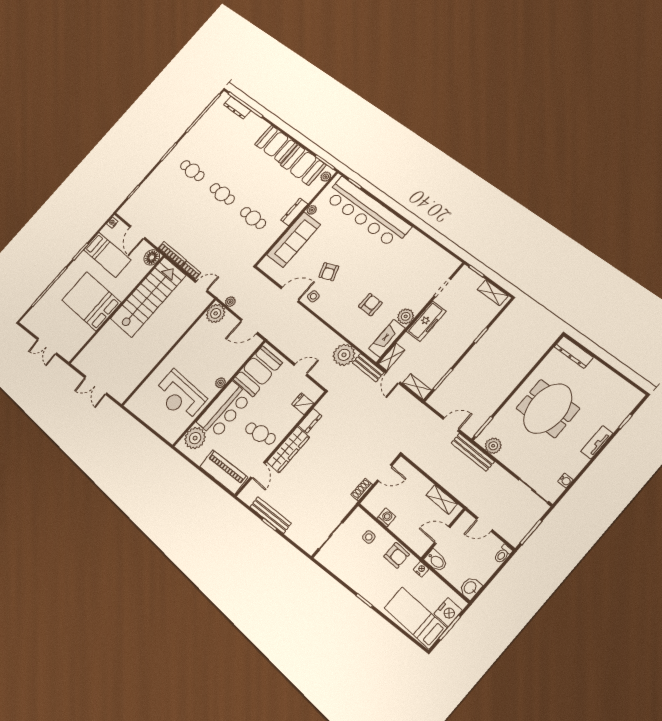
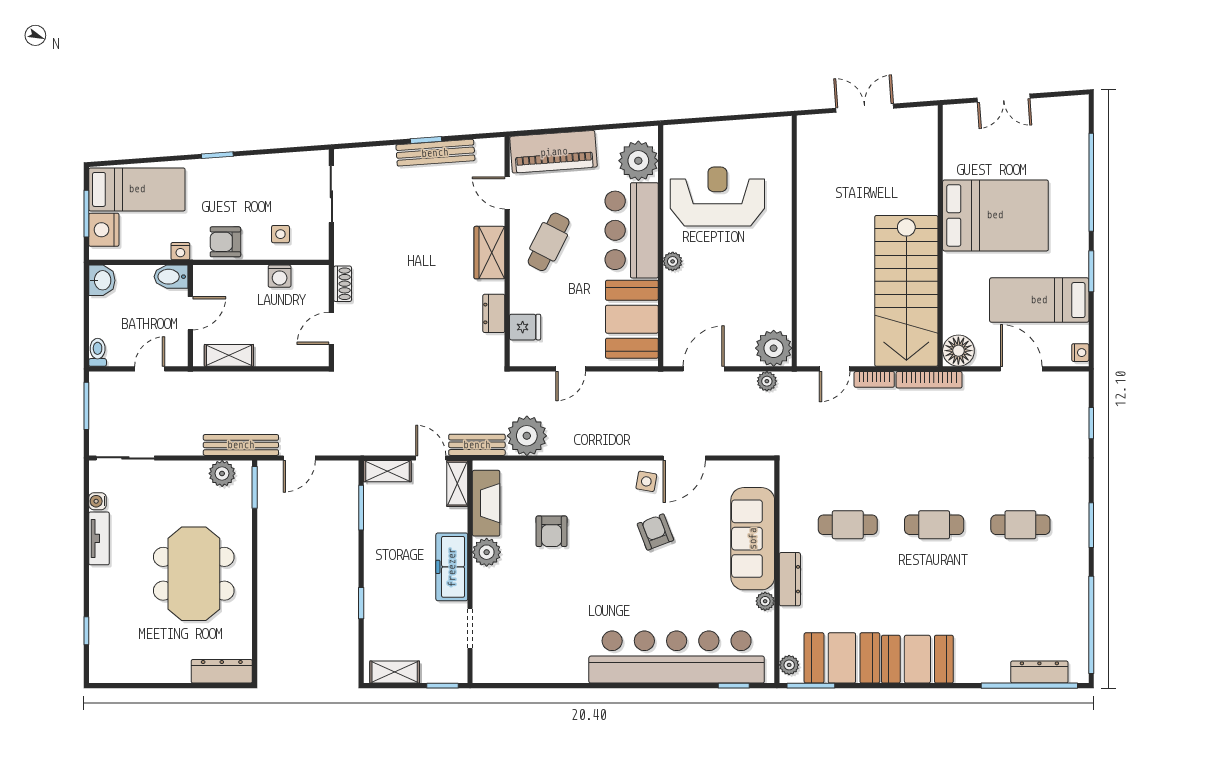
double door: (47, 346) -> (1003, 98), swing flipped
cafe table: (260, 434) -> (549, 242), turned -51
tv unit: (597, 442) -> (99, 538), moved
wardrobe: (288, 450) -> (489, 253), width x0.67

